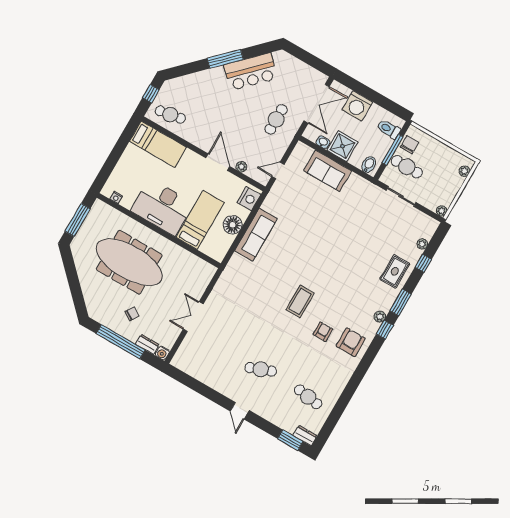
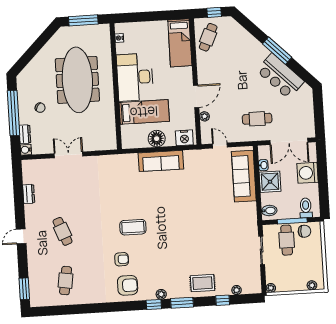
cafe table: (170, 115) -> (208, 37), turned 35
sofa: (328, 171) -> (244, 176), width x1.36
dresser: (305, 436) -> (29, 194), moved

